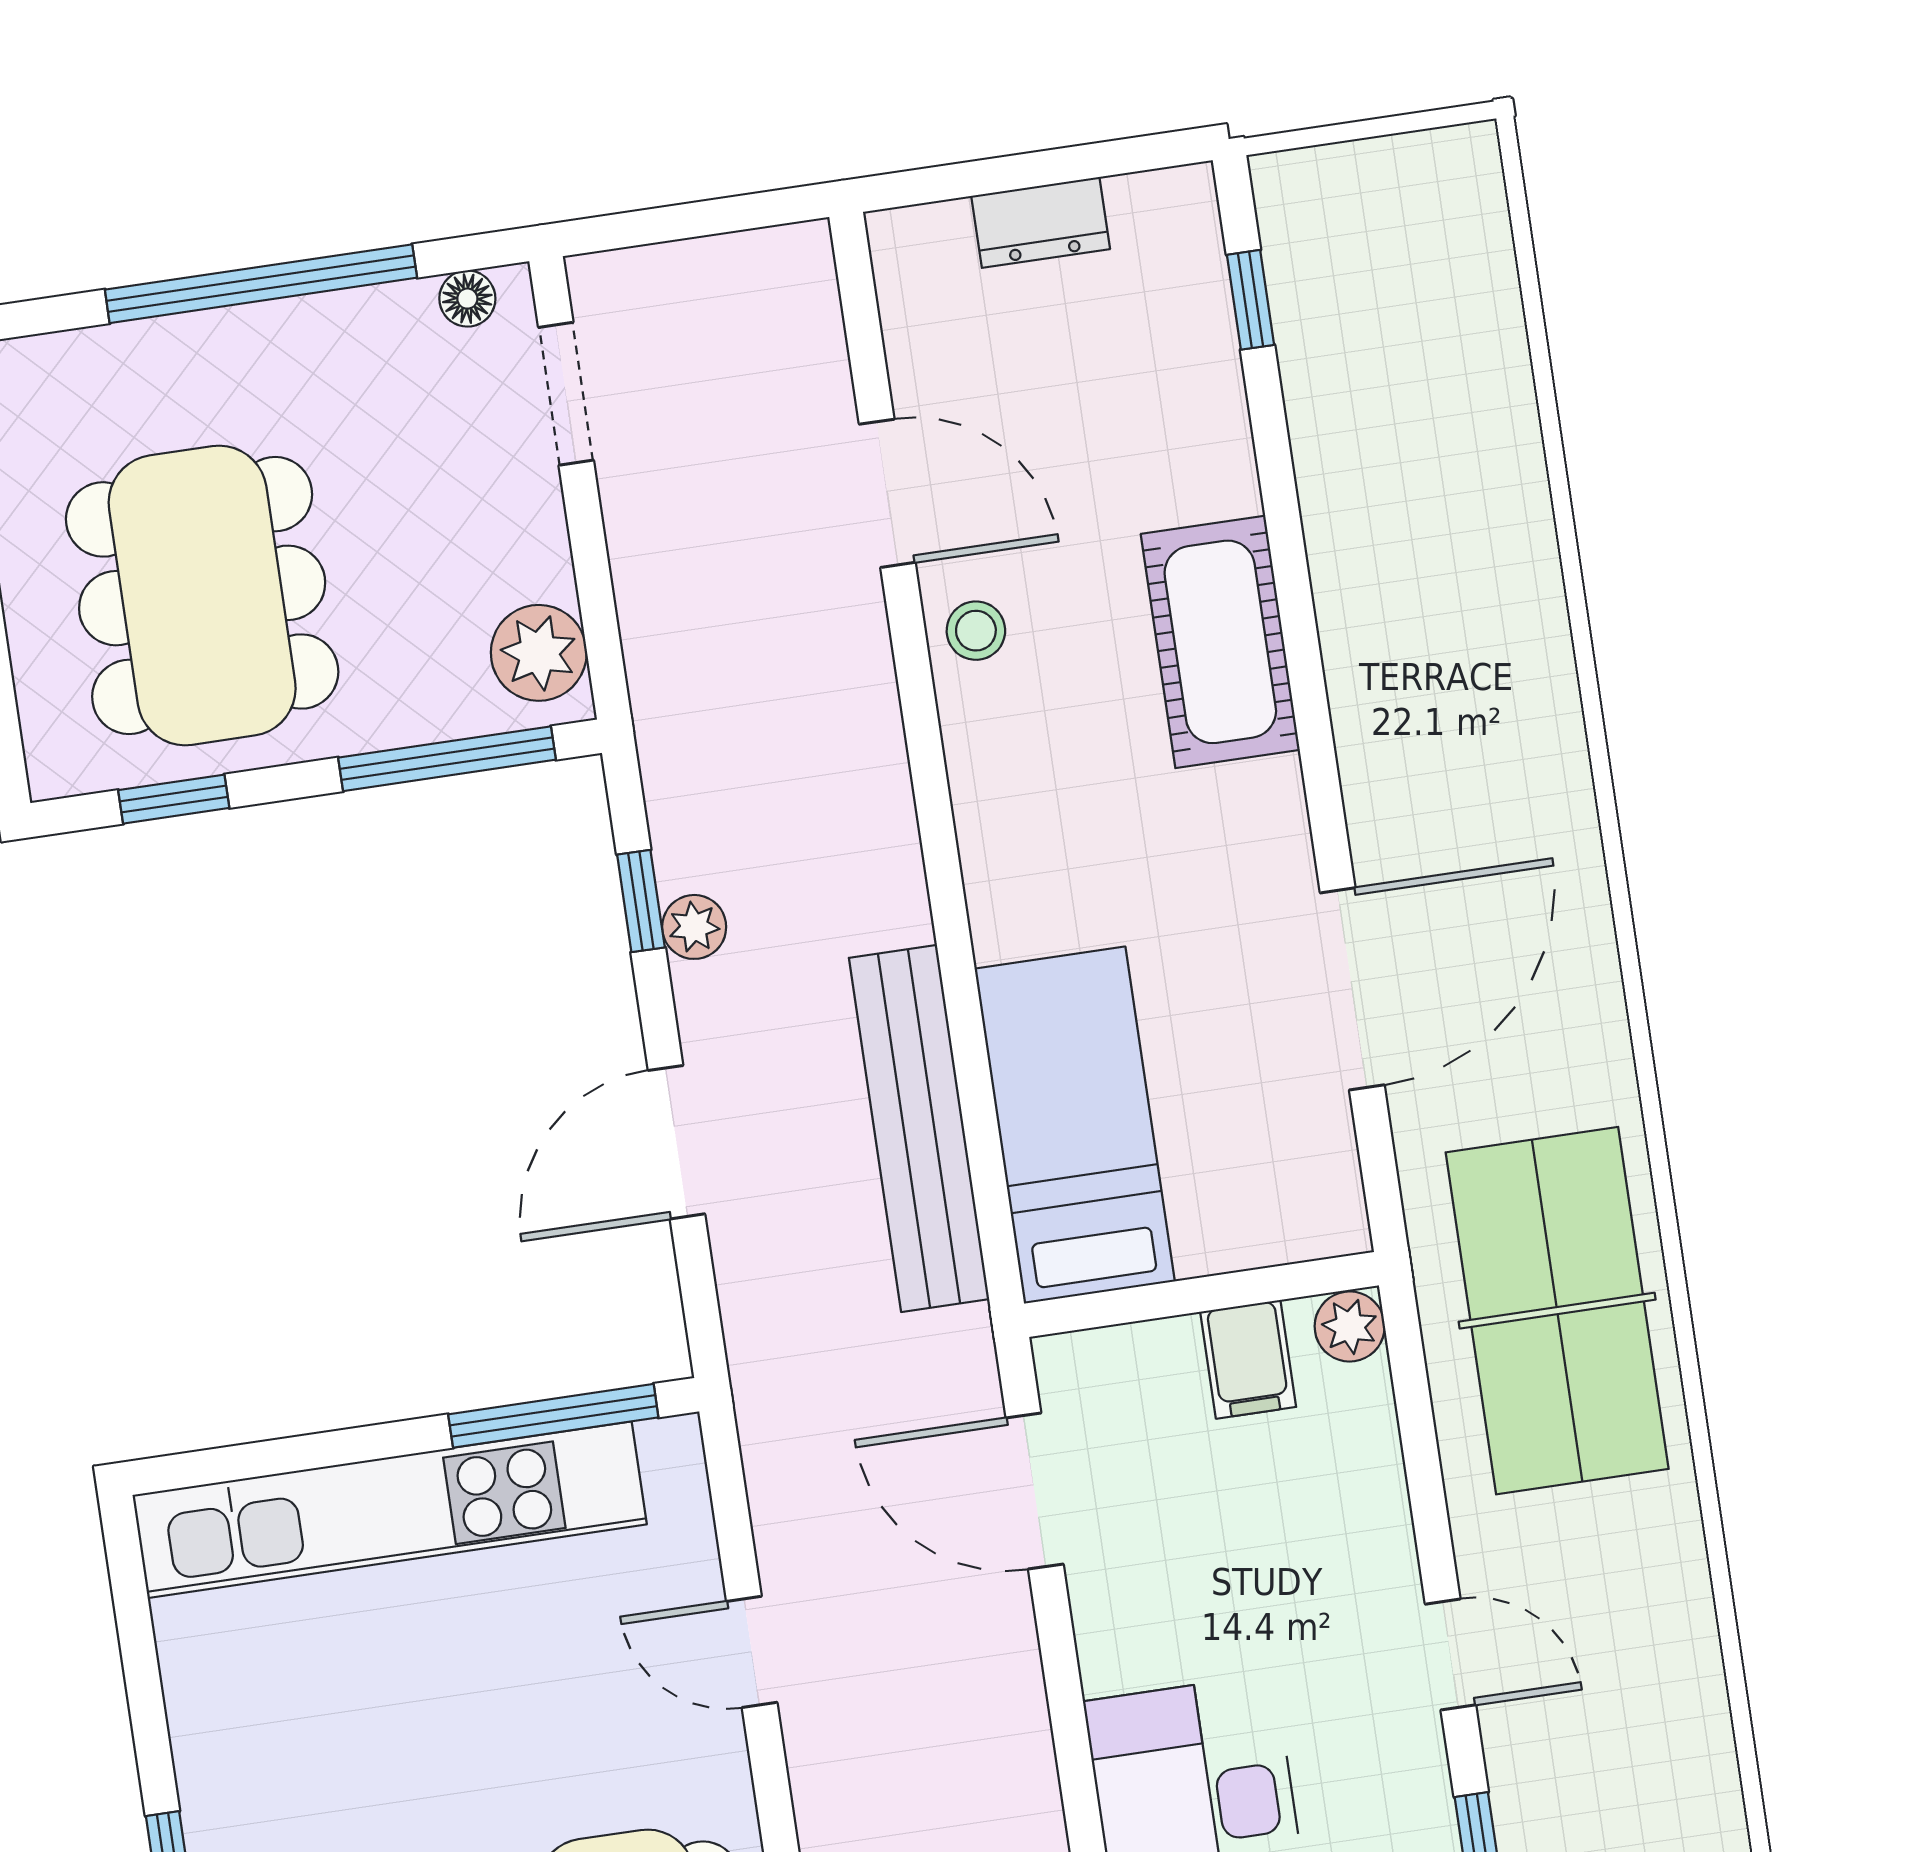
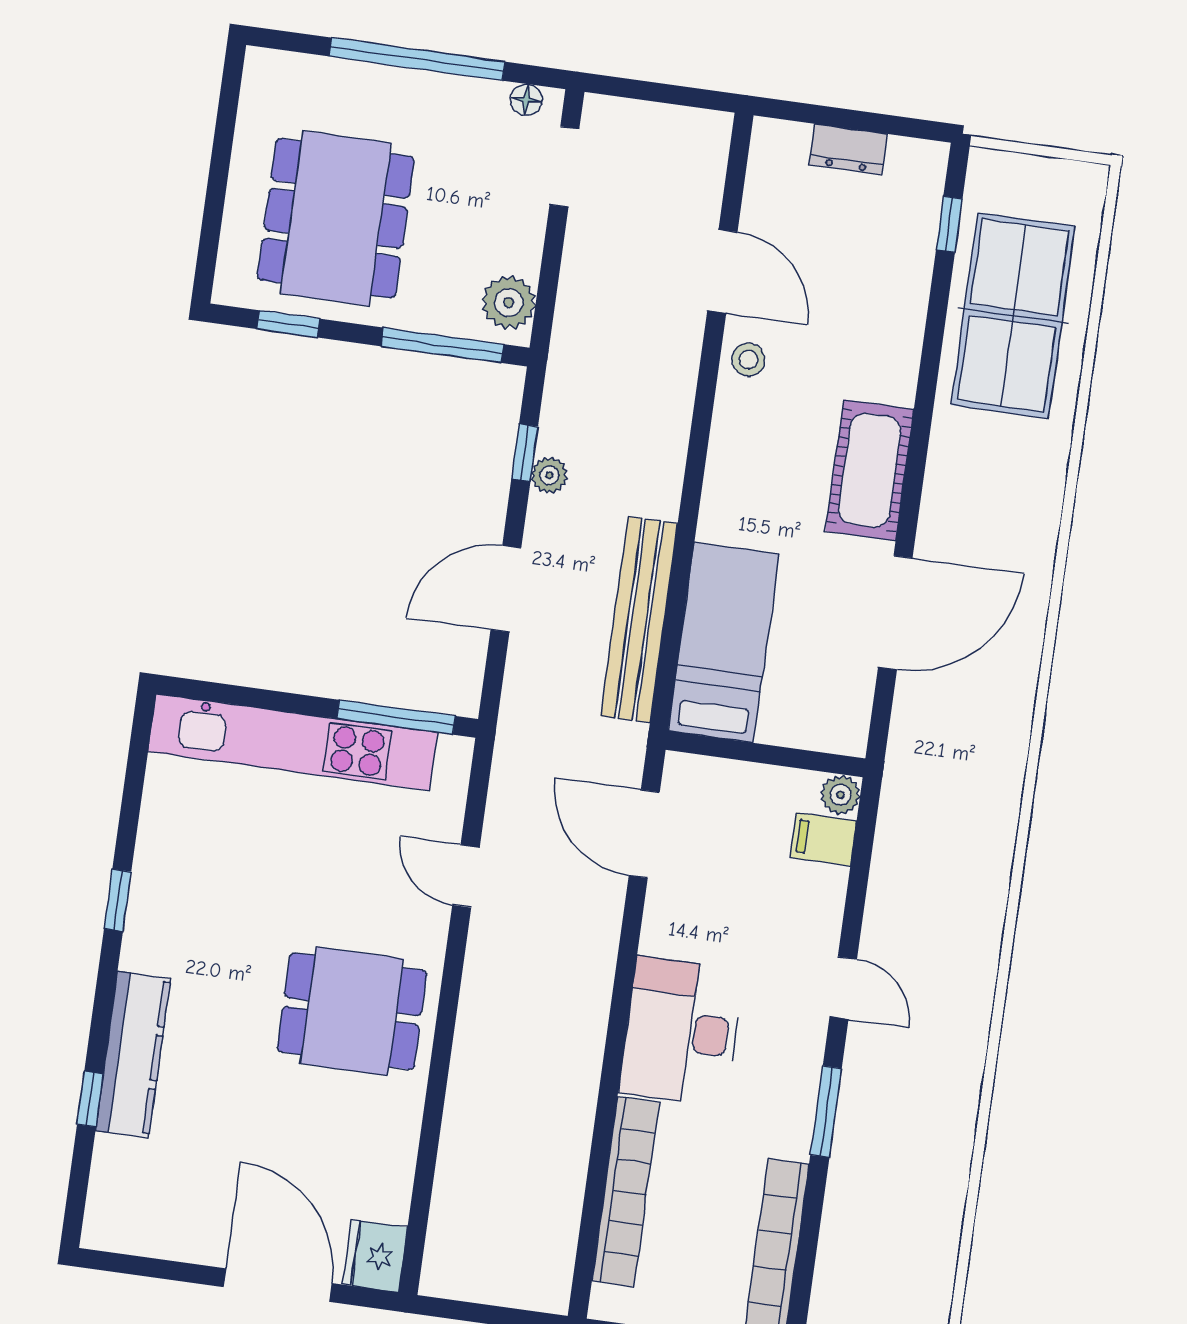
cot: (1220, 642) -> (870, 470), moved
table tennis table: (1557, 1311) -> (1013, 316), moved
filing cabinet: (1248, 1359) -> (823, 839), moved, turned 90

